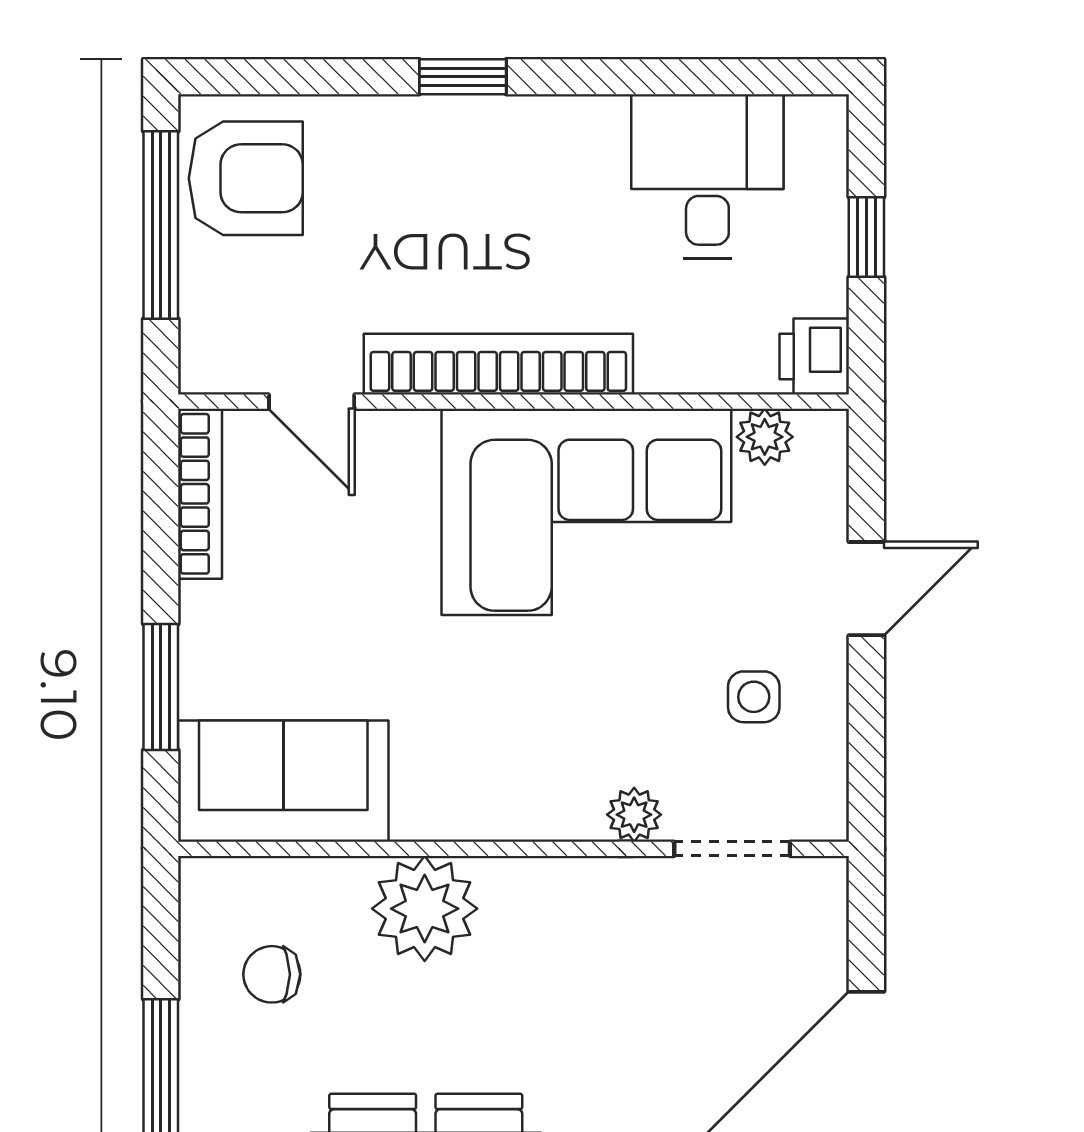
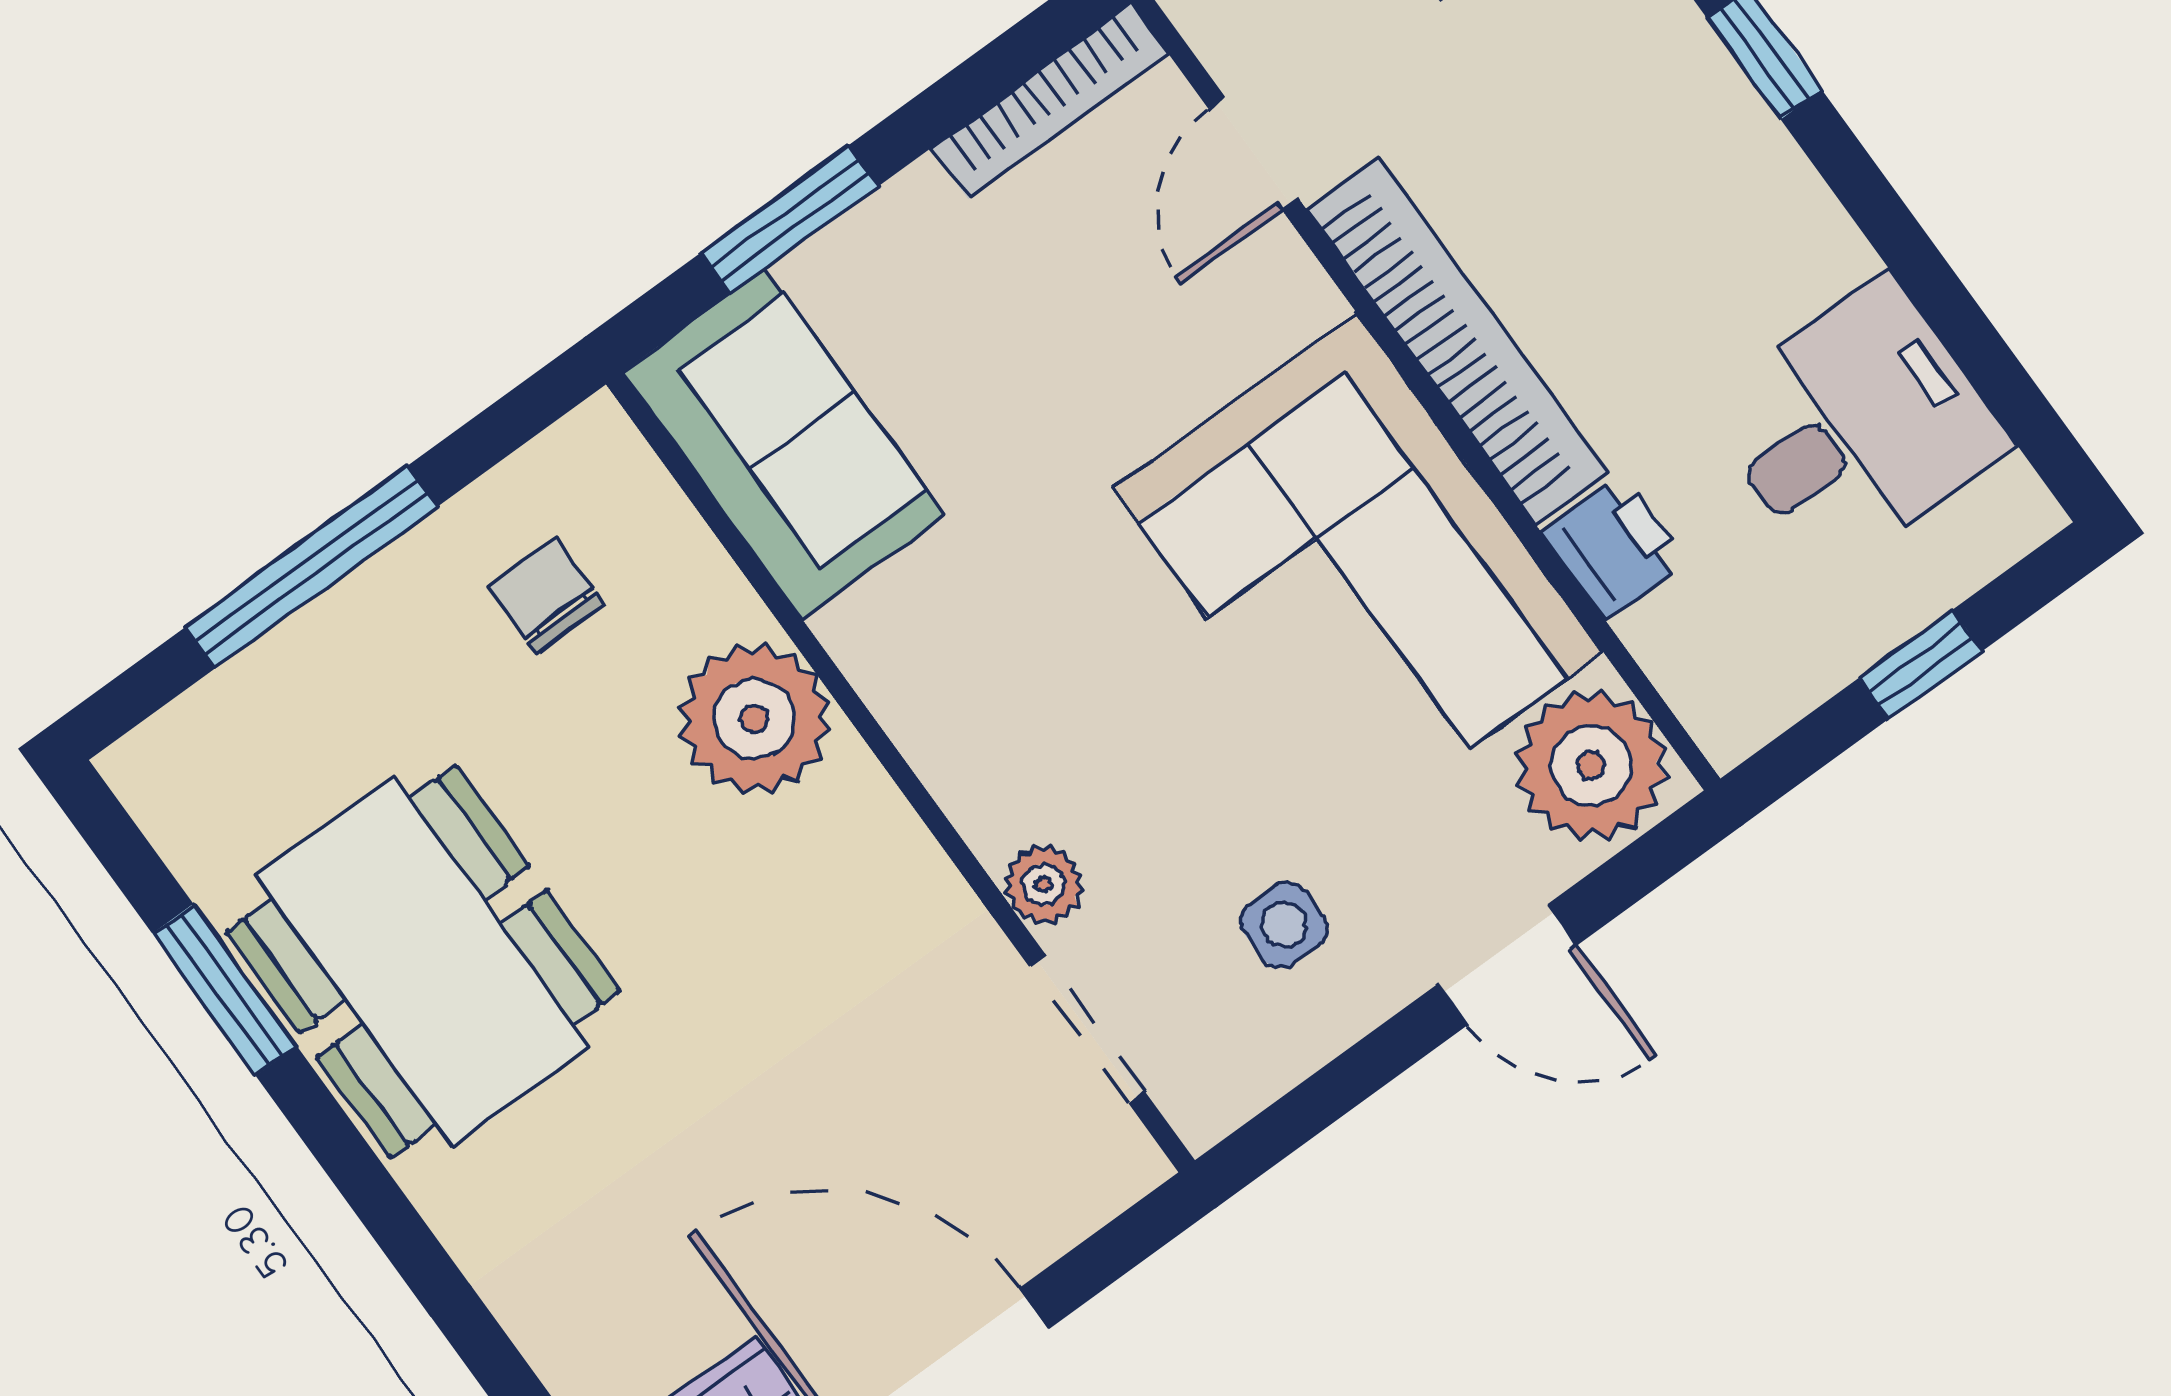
printer: (814, 357) -> (1614, 547), moved, turned 90
plant: (765, 437) -> (1591, 766), width x1.88, depth x1.88

